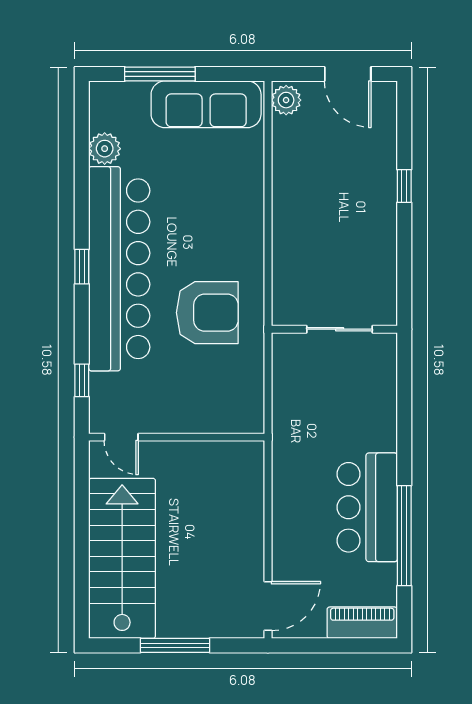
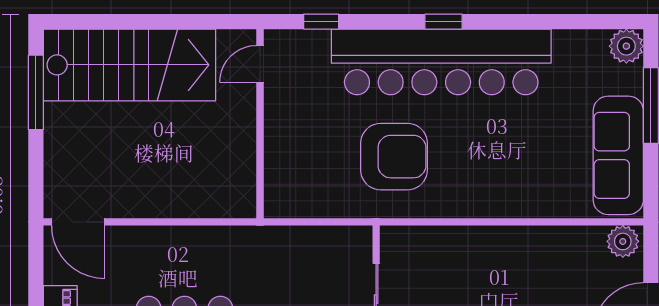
plant: (105, 149) -> (626, 46), moved
armchair: (207, 313) -> (394, 157), turned -90
window: (175, 645) -> (36, 92), moved

